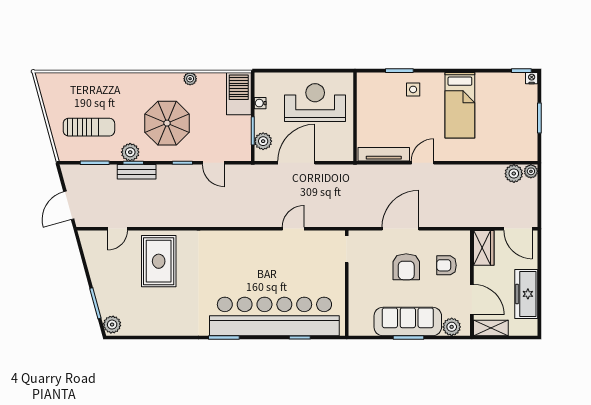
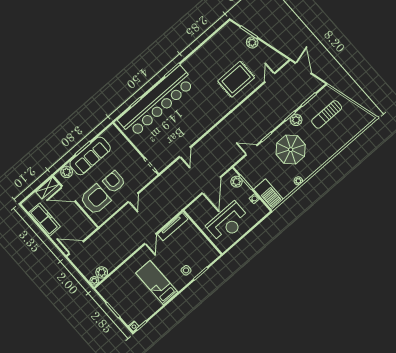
bench: (137, 172) -> (285, 113), removed
door: (400, 229) -> (133, 198), width x0.53
wardrobe: (484, 248) -> (85, 224), removed
rug: (159, 261) -> (236, 79), turned 90
armchair: (446, 265) -> (95, 199), width x1.88, depth x1.88
plant: (112, 325) -> (252, 42), moved

